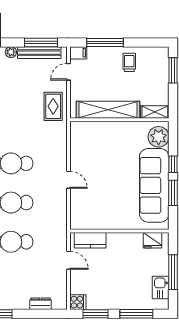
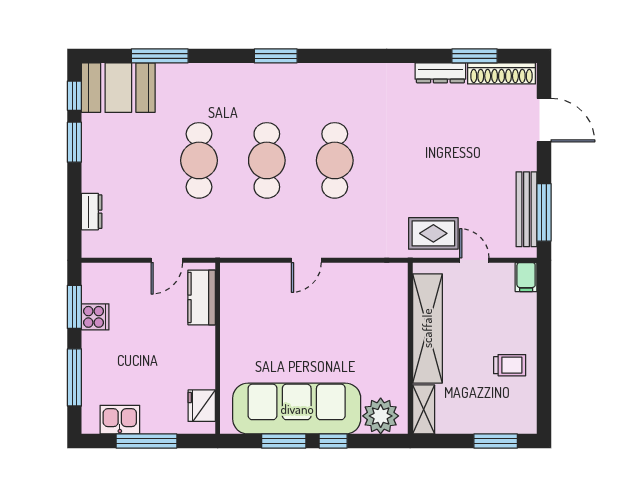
window: (105, 42) -> (544, 323), removed
plant: (11, 52) -> (527, 160), removed
door: (69, 72) -> (474, 260), moved
cooker: (78, 302) -> (95, 317), moved, turned -90

